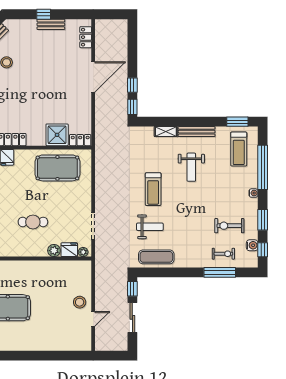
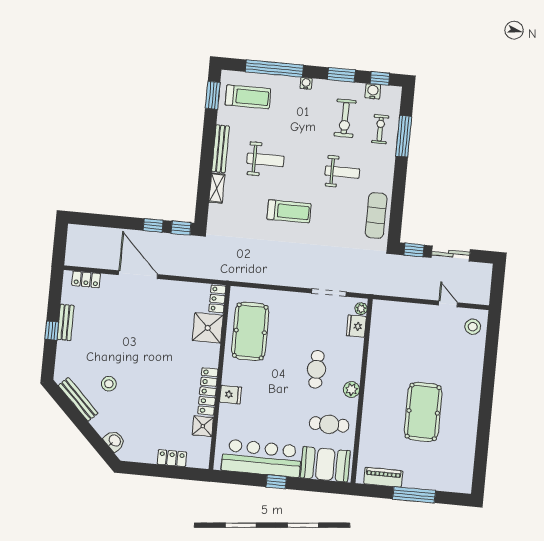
weight bench: (150, 227) -> (342, 172), moved, turned 90
plant: (54, 251) -> (351, 389), moved
stool: (80, 302) -> (473, 327), moved

